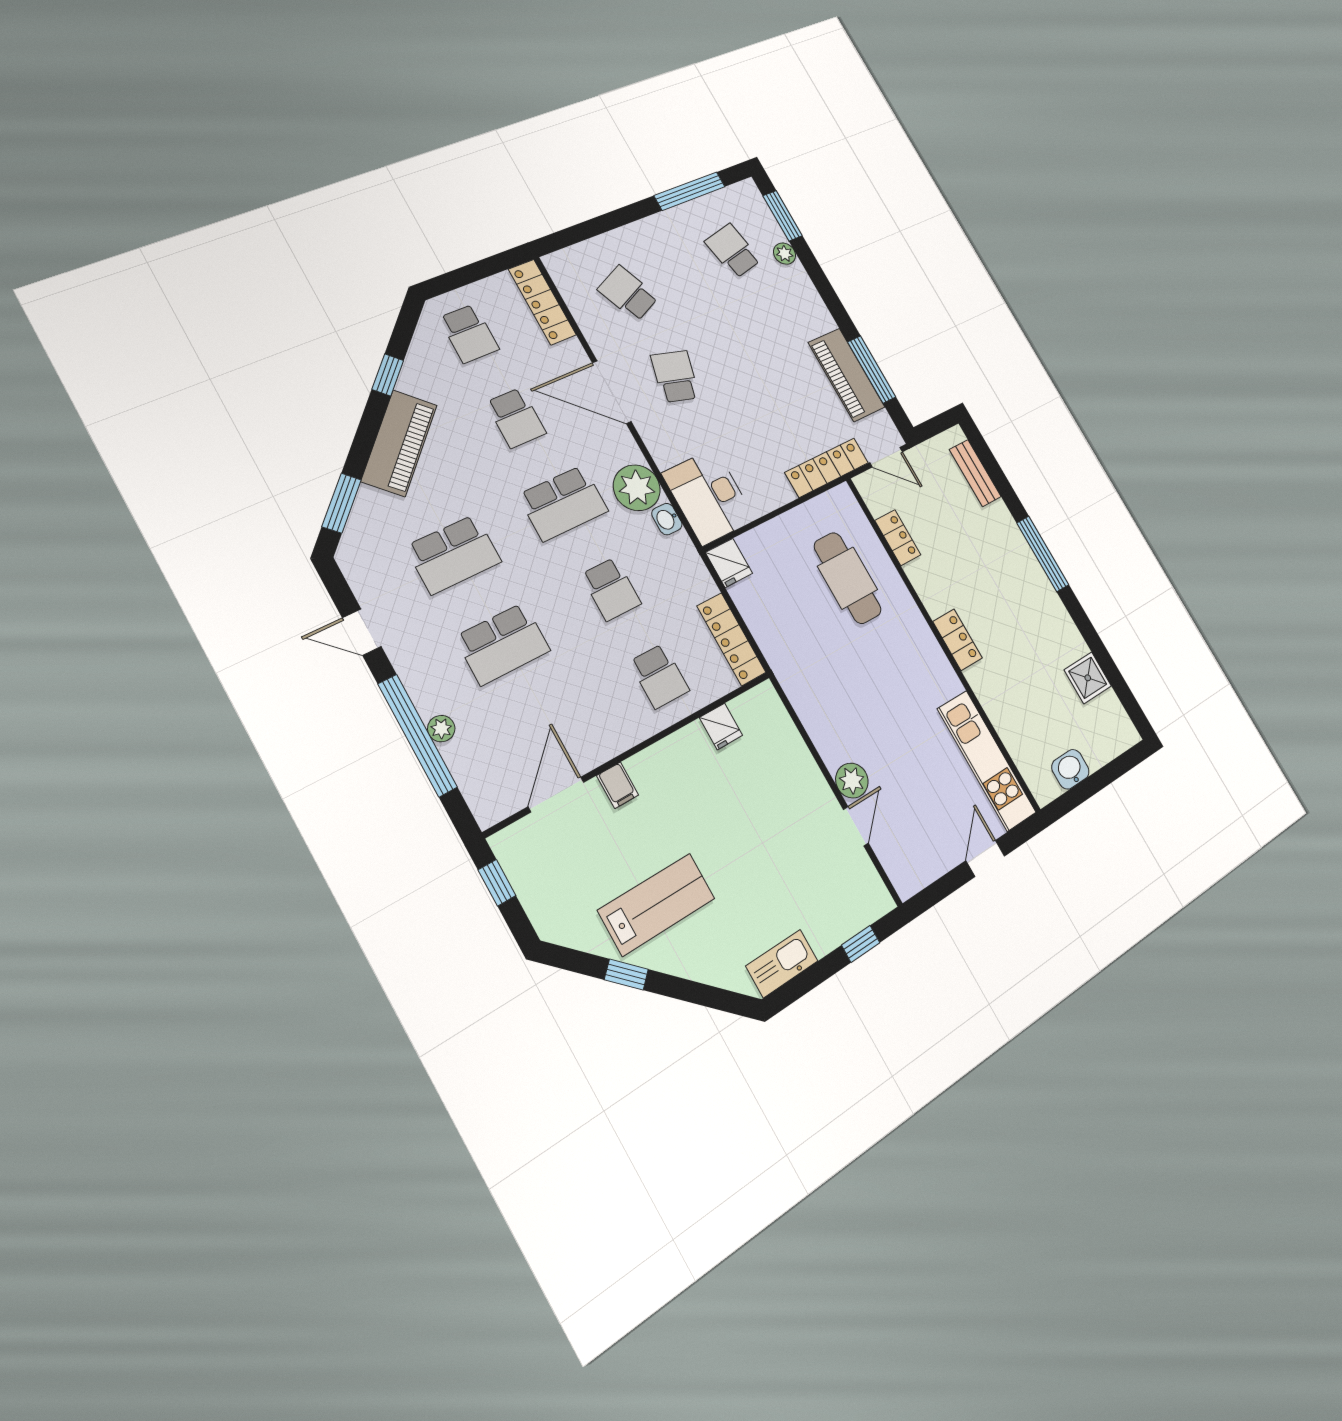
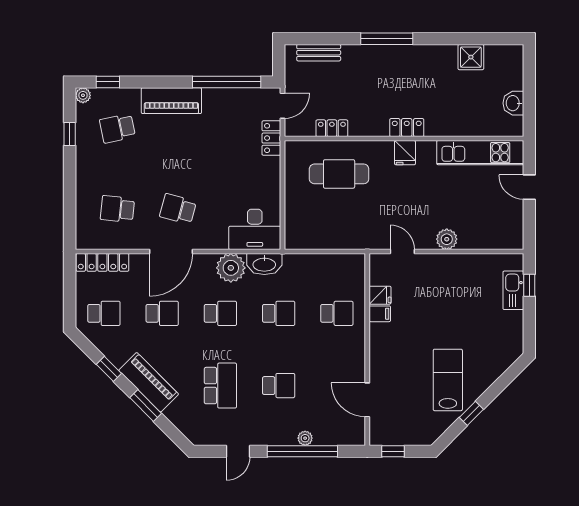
window: (690, 191) -> (70, 134), width x0.46
window: (783, 216) -> (108, 82), width x0.67
plant: (785, 254) -> (83, 95), moved
school desk: (628, 293) -> (117, 209), turned 30
window: (872, 370) -> (227, 82), width x1.46
piano: (847, 375) -> (171, 101), moved
locker: (827, 468) -> (271, 138), width x0.66
window: (342, 503) -> (146, 406), moved
school desk: (563, 503) -> (220, 313), width x0.54
washbasin: (667, 519) -> (264, 264), width x1.91, depth x1.45
fridge: (729, 563) -> (405, 153), moved, turned 90
locker: (731, 639) -> (338, 262), removed
school desk: (503, 644) -> (279, 386), width x0.54
filing cabinet: (618, 785) -> (380, 314), moved
door: (856, 826) -> (402, 251), moved
kitchen sink: (782, 963) -> (513, 290), moved

